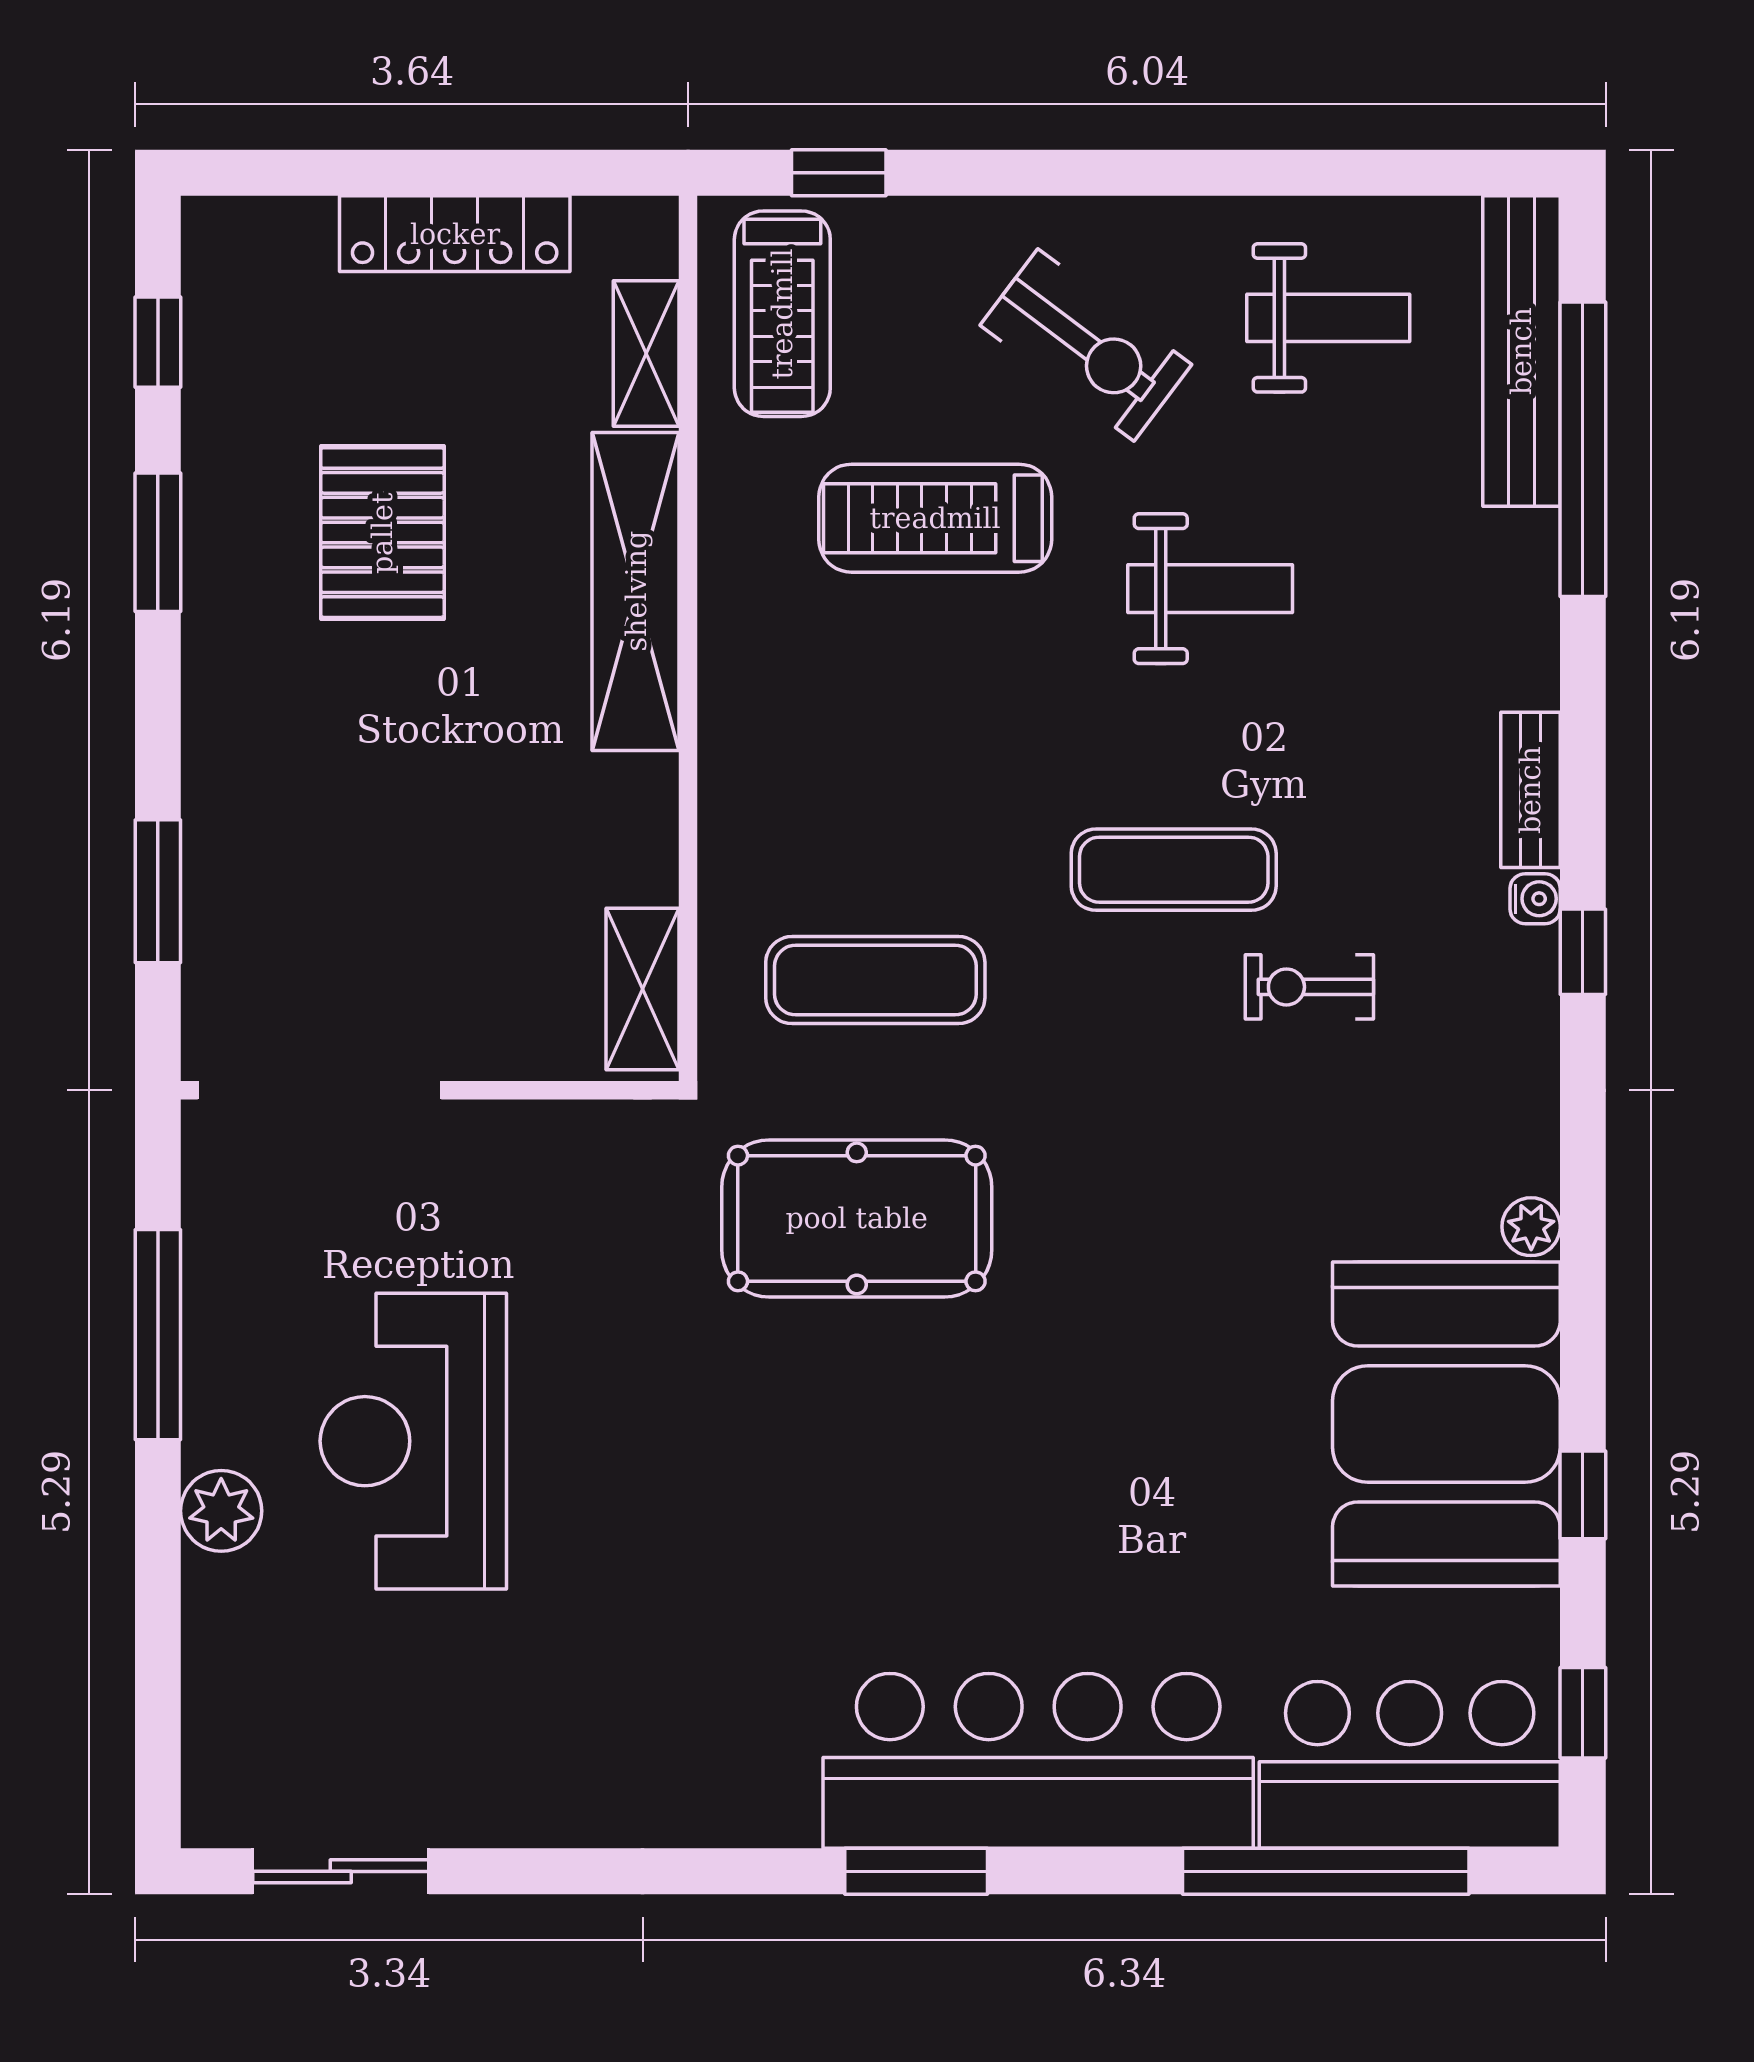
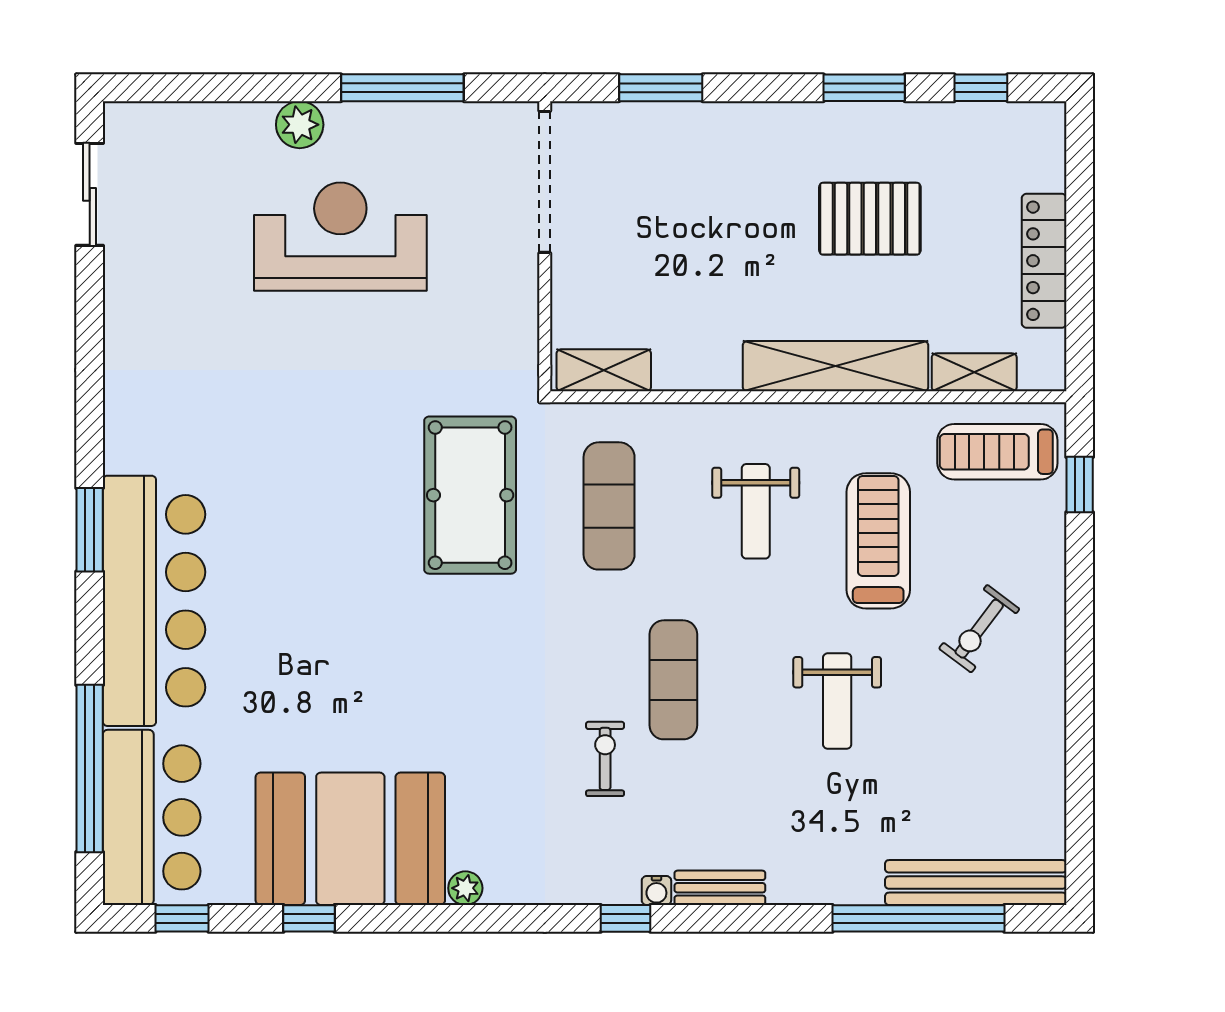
weight bench: (1328, 318) -> (756, 511), moved
exercise bike: (1086, 345) -> (979, 629), width x0.73, depth x0.72

